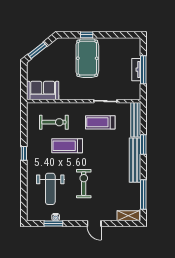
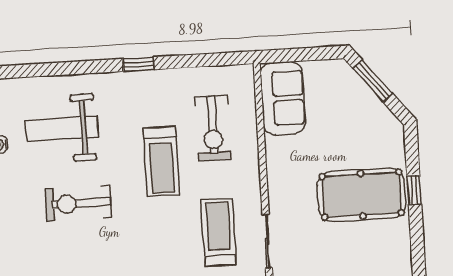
treadmill: (67, 146) -> (161, 161), turned 180
exercise bike: (84, 184) -> (78, 203), turned 180

